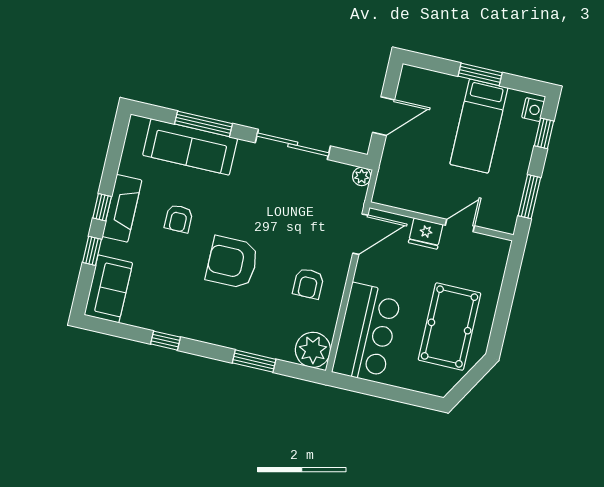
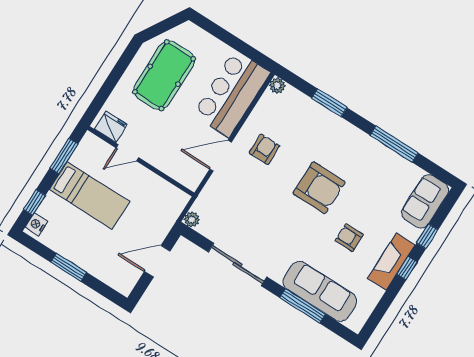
bed: (479, 126) -> (89, 195), moved, turned 90
armchair: (179, 219) -> (349, 238), turned -90
door: (360, 234) -> (221, 156), moved
fridge: (426, 234) -> (111, 127), moved
window: (165, 341) -> (394, 144), width x2.17
plant: (313, 350) -> (277, 86), width x0.53, depth x0.53

